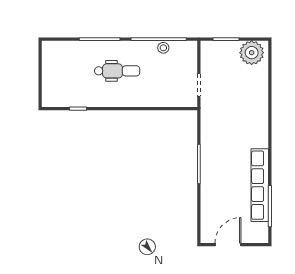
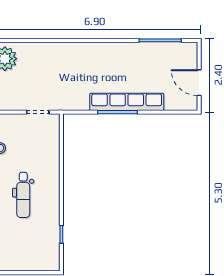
dental chair: (117, 71) -> (23, 195), turned 180
row of seats: (260, 185) -> (127, 102), moved, turned 180

